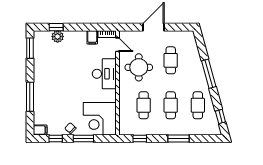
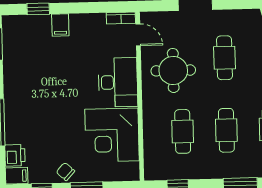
plant: (58, 37) -> (41, 24), removed
filing cabinet: (92, 37) -> (60, 25), moved
printer: (39, 117) -> (15, 155), added
corner desk: (100, 119) -> (112, 135), moved

